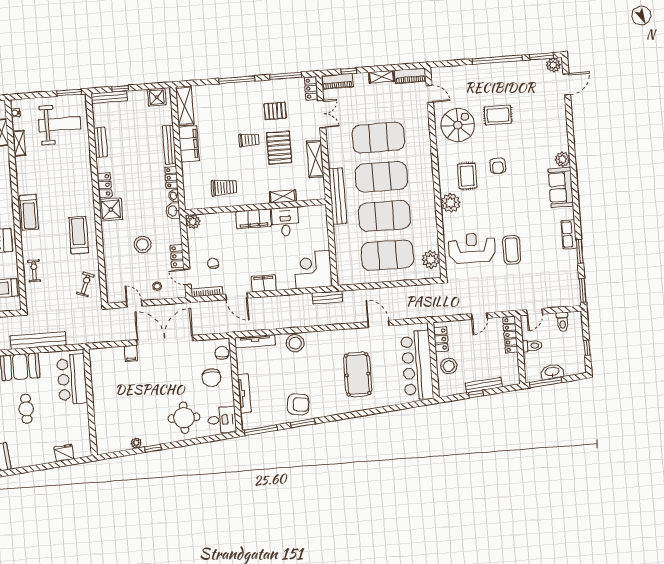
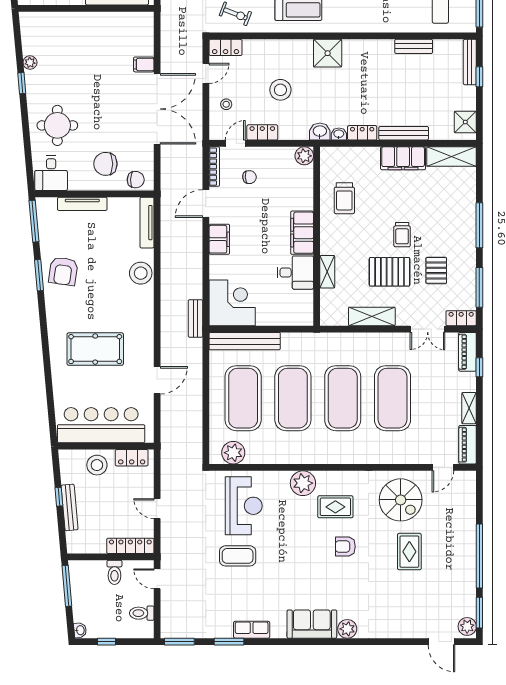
locker: (104, 185) -> (226, 47), moved
bench: (338, 196) -> (245, 341), moved
washbasin: (552, 372) -> (80, 630), moved, width x0.52, depth x0.69

